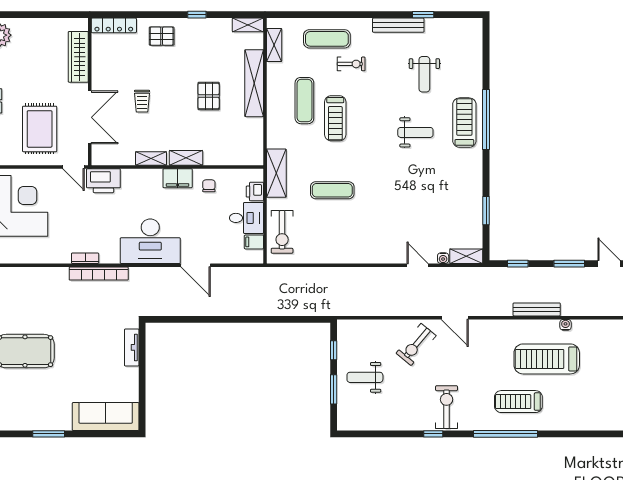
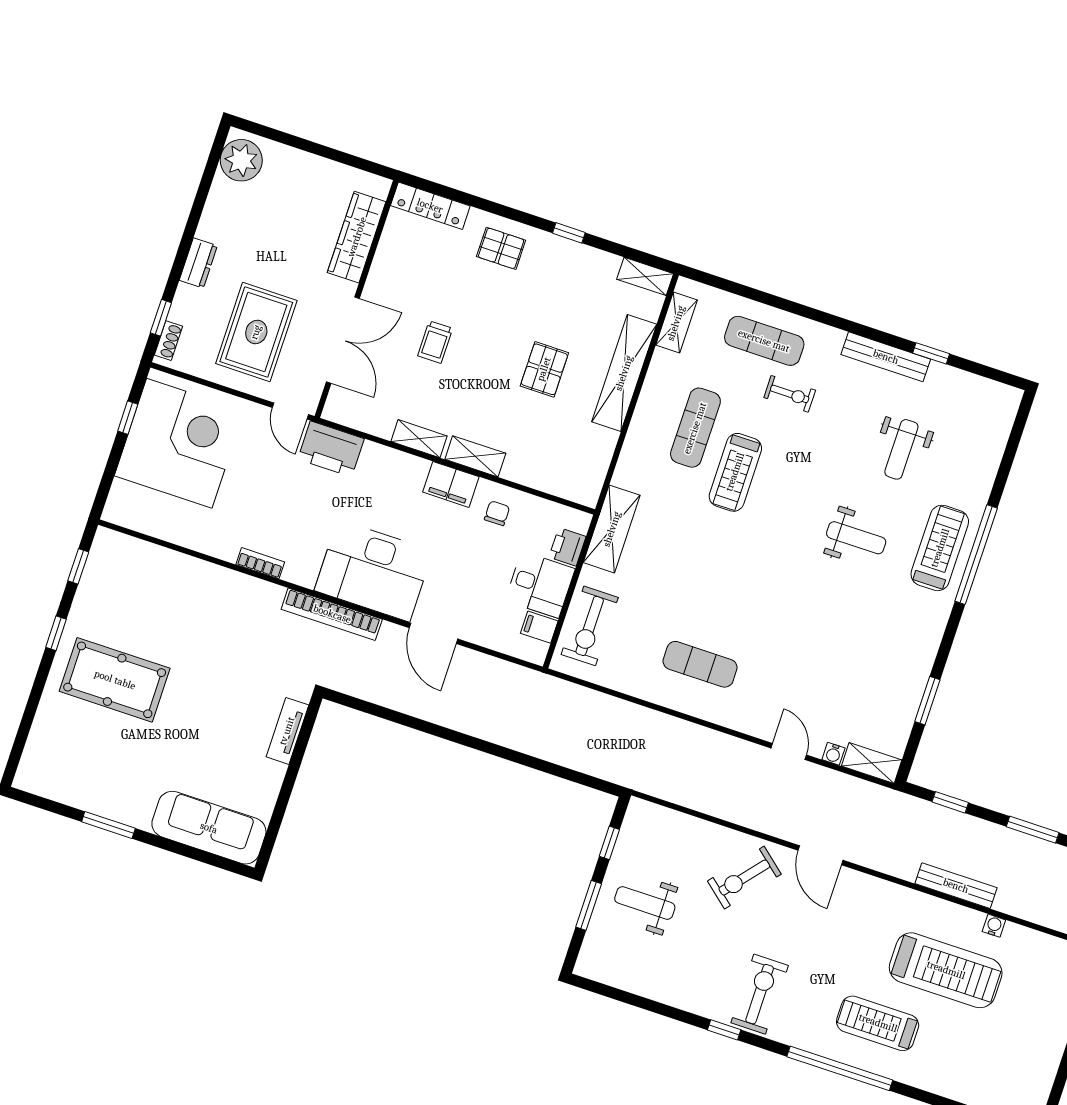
exercise mat: (332, 190) -> (700, 664), moved
bookcase: (99, 274) -> (332, 614), moved
treadmill: (547, 359) -> (946, 970), turned 180

